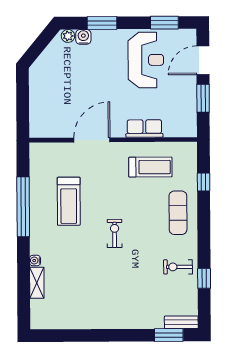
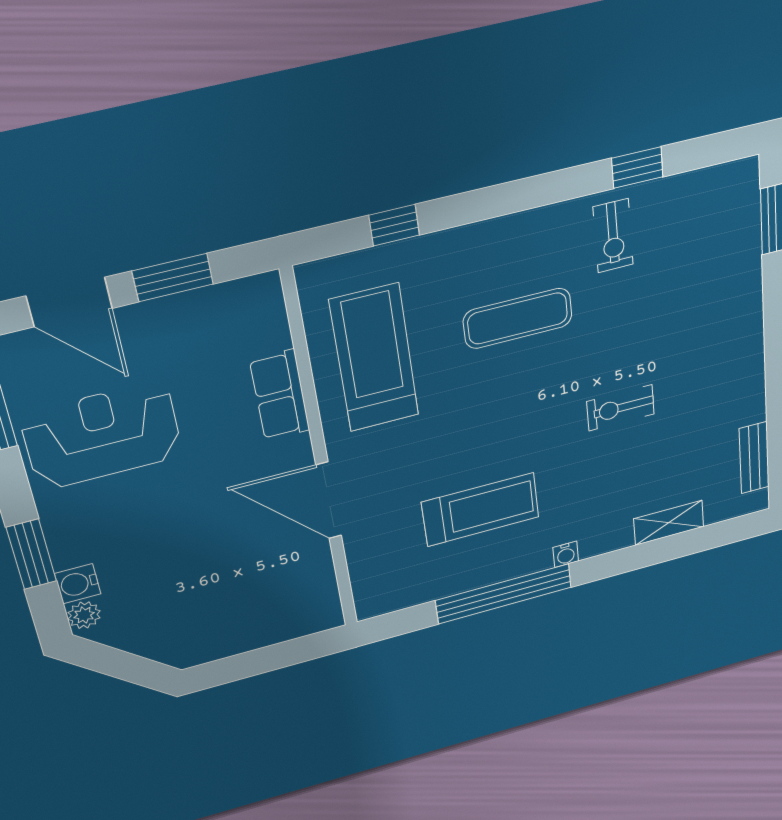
treadmill: (150, 167) -> (374, 358), width x1.37, depth x1.38
exercise mat: (178, 213) -> (518, 318), moved
exercise bike: (115, 233) -> (621, 408), moved
water cooler: (35, 261) -> (566, 554), moved
bench: (181, 322) -> (754, 458), moved

